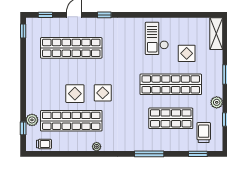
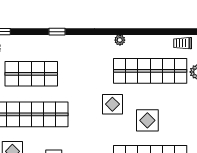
display table: (75, 94) -> (147, 120), moved
window: (149, 154) -> (57, 32), width x0.46

